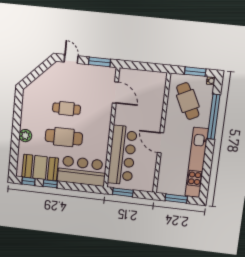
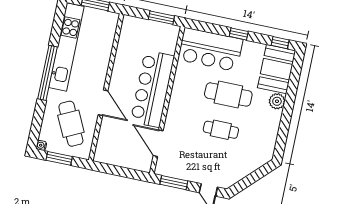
window: (214, 117) -> (47, 73), moved
door: (160, 143) -> (103, 103), moved
bar counter: (122, 155) -> (152, 89), moved
booth: (40, 168) -> (277, 69), moved, turned 90
window: (50, 184) -> (239, 34), moved

